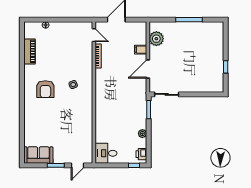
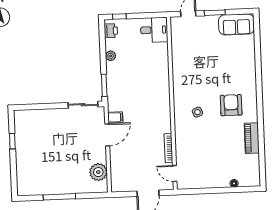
filing cabinet: (141, 50) -> (115, 117), moved
piano: (30, 51) -> (252, 138), moved

